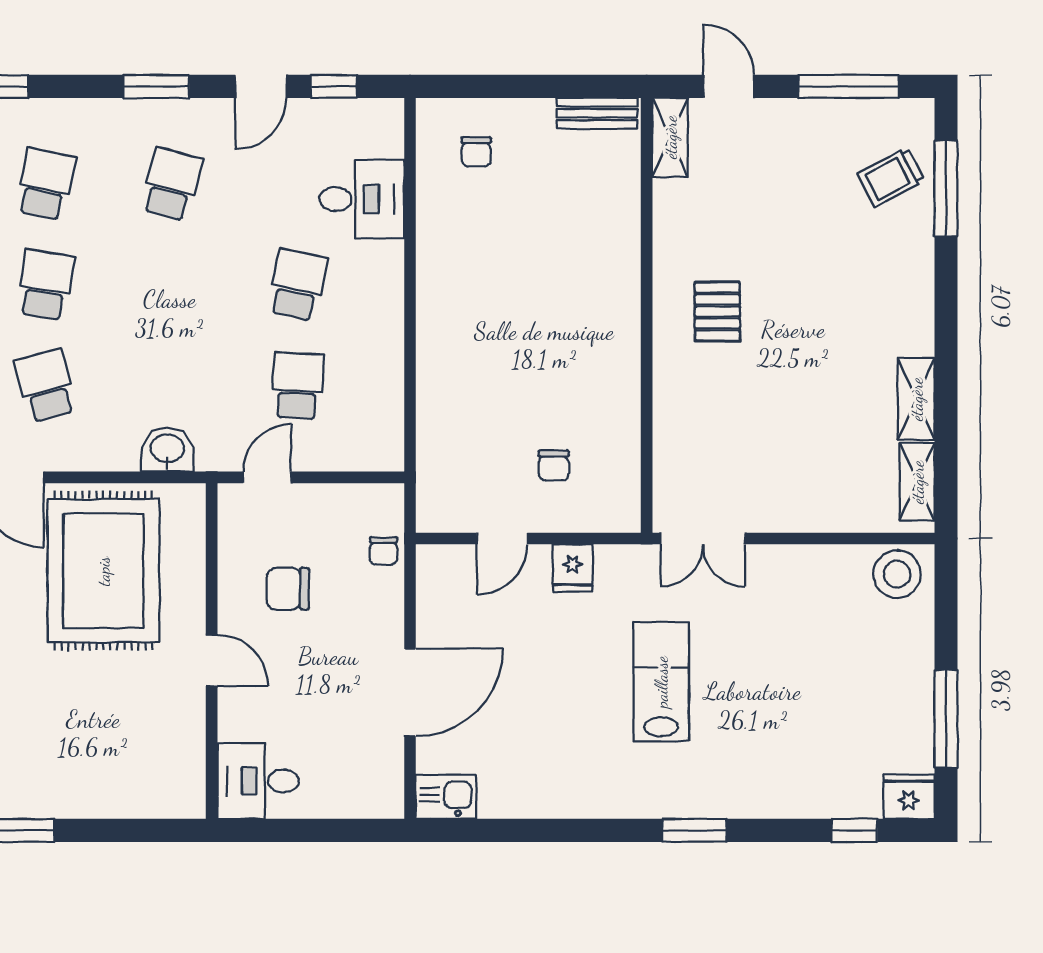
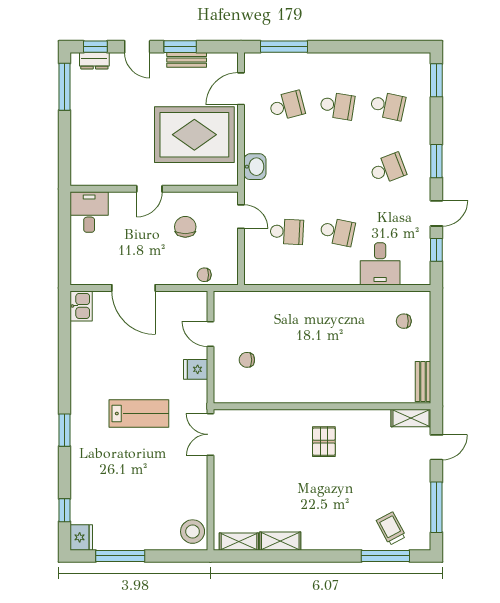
door: (261, 86) -> (436, 213), swing flipped
school desk: (172, 184) -> (388, 169), turned -36
pallet: (717, 312) -> (324, 442), turned 90

